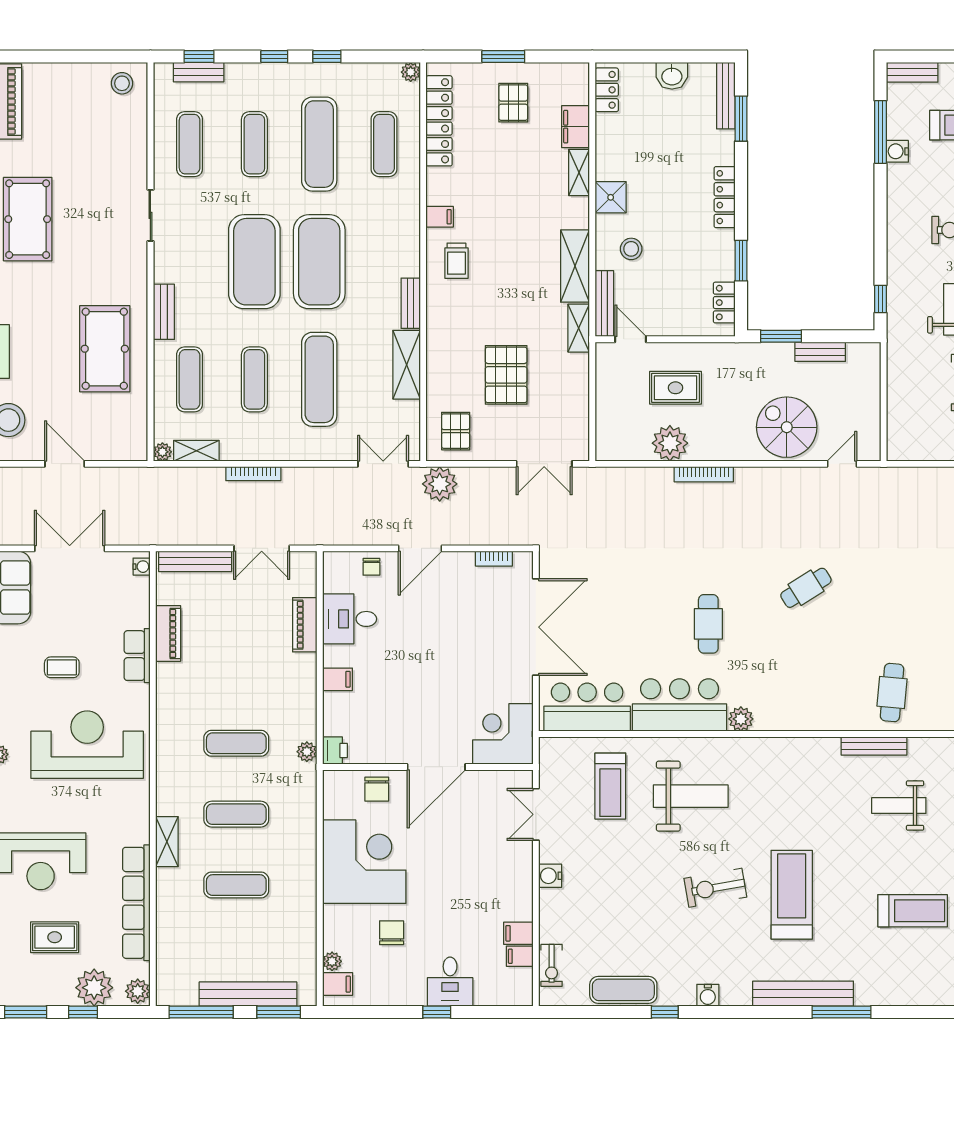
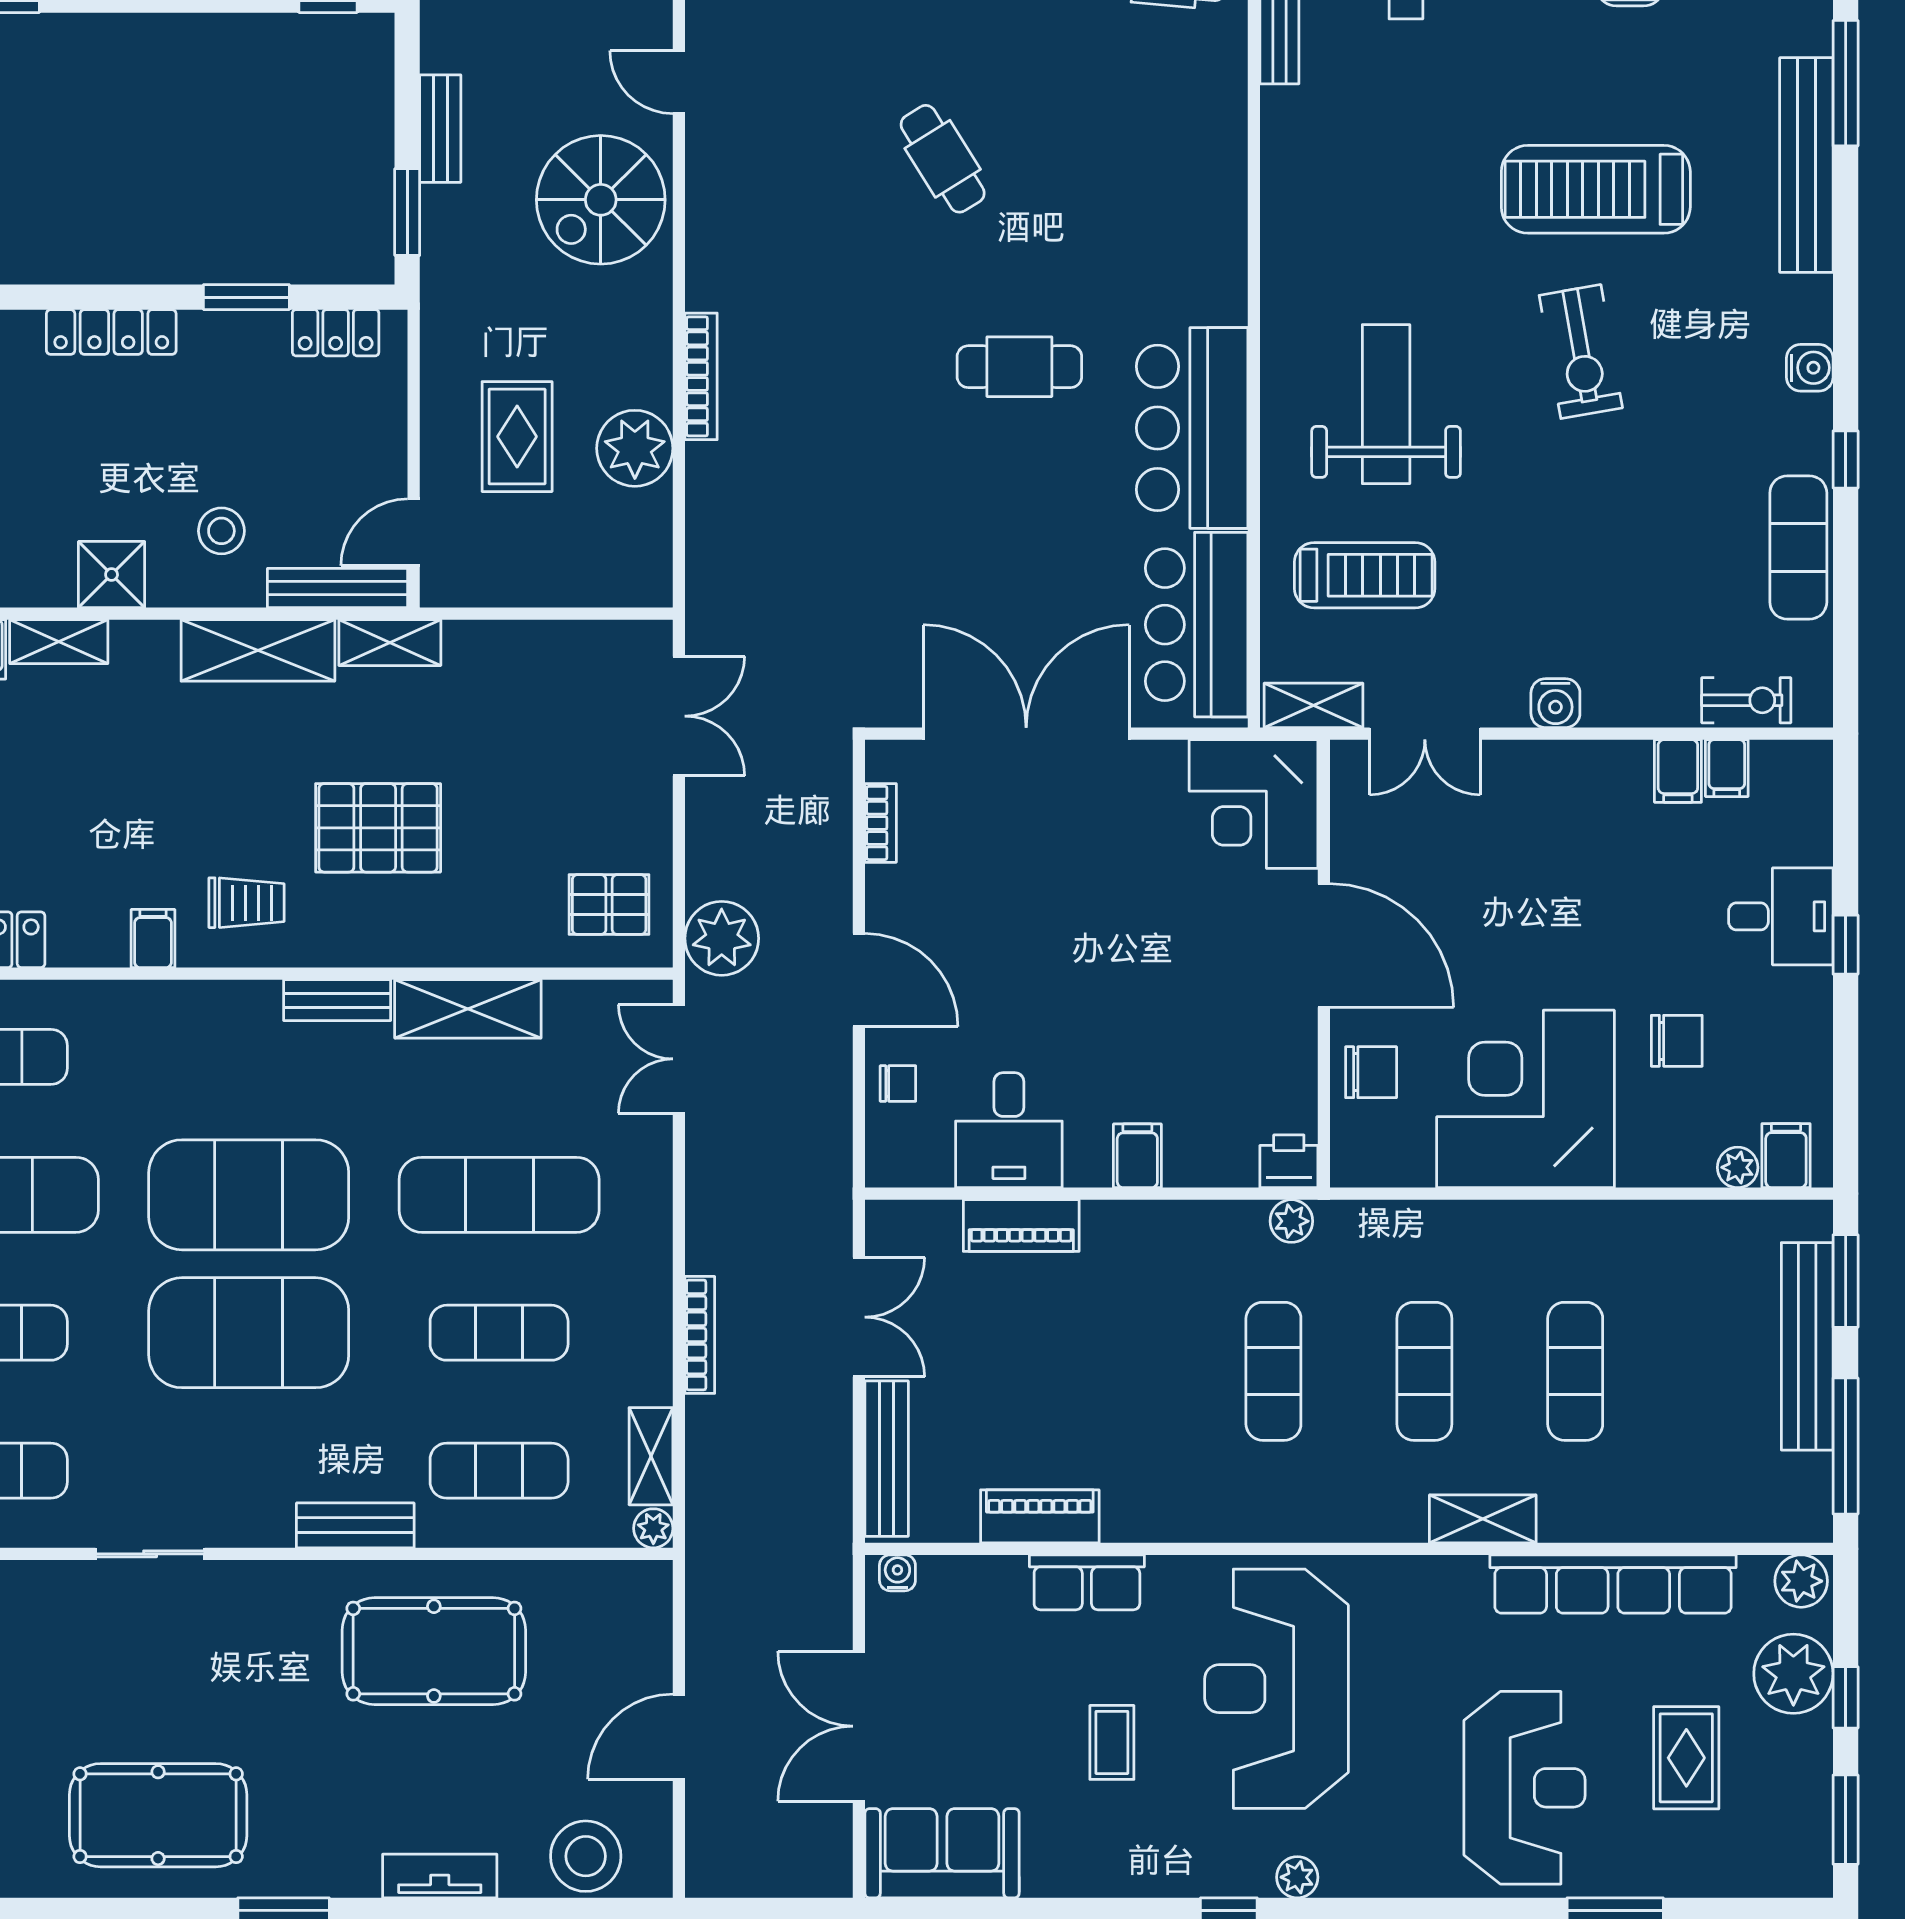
pallet: (506, 375) -> (378, 828), moved
plant: (741, 719) -> (1222, 297), removed
shelving: (549, 762) -> (1313, 705), added
chair: (392, 933) -> (1677, 1041), turned 180

